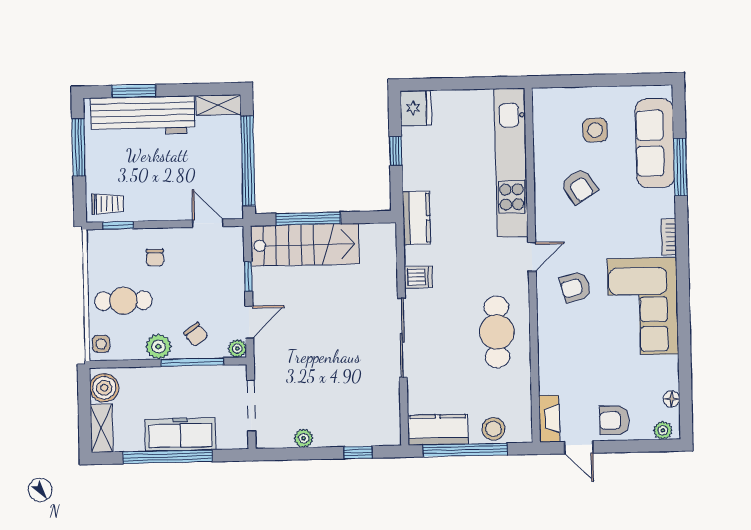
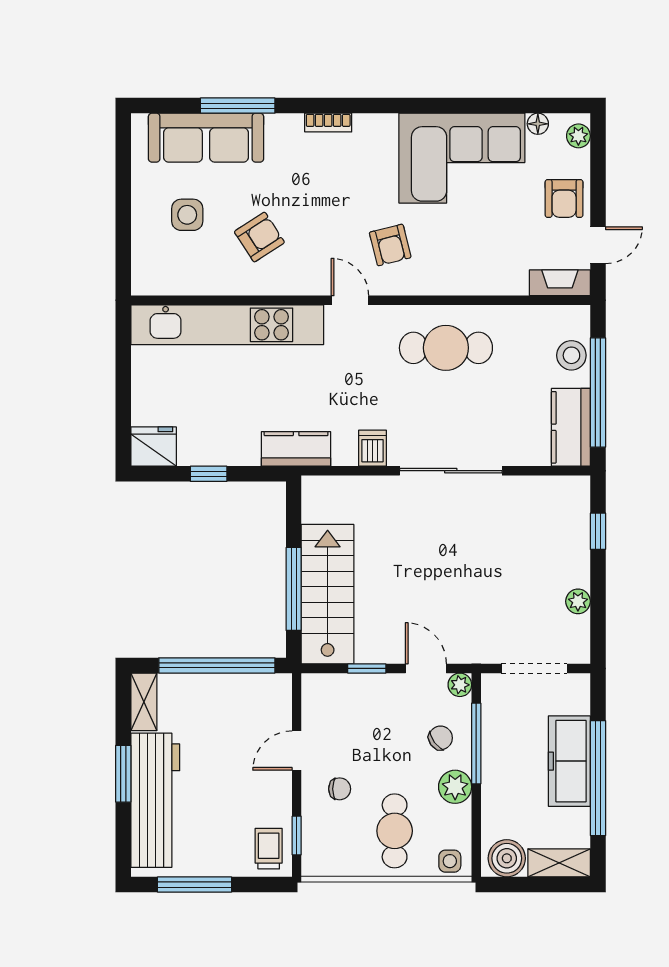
window: (134, 91) -> (123, 774), moved
door: (208, 223) -> (297, 751), moved
corner sofa: (643, 306) -> (462, 158), moved

